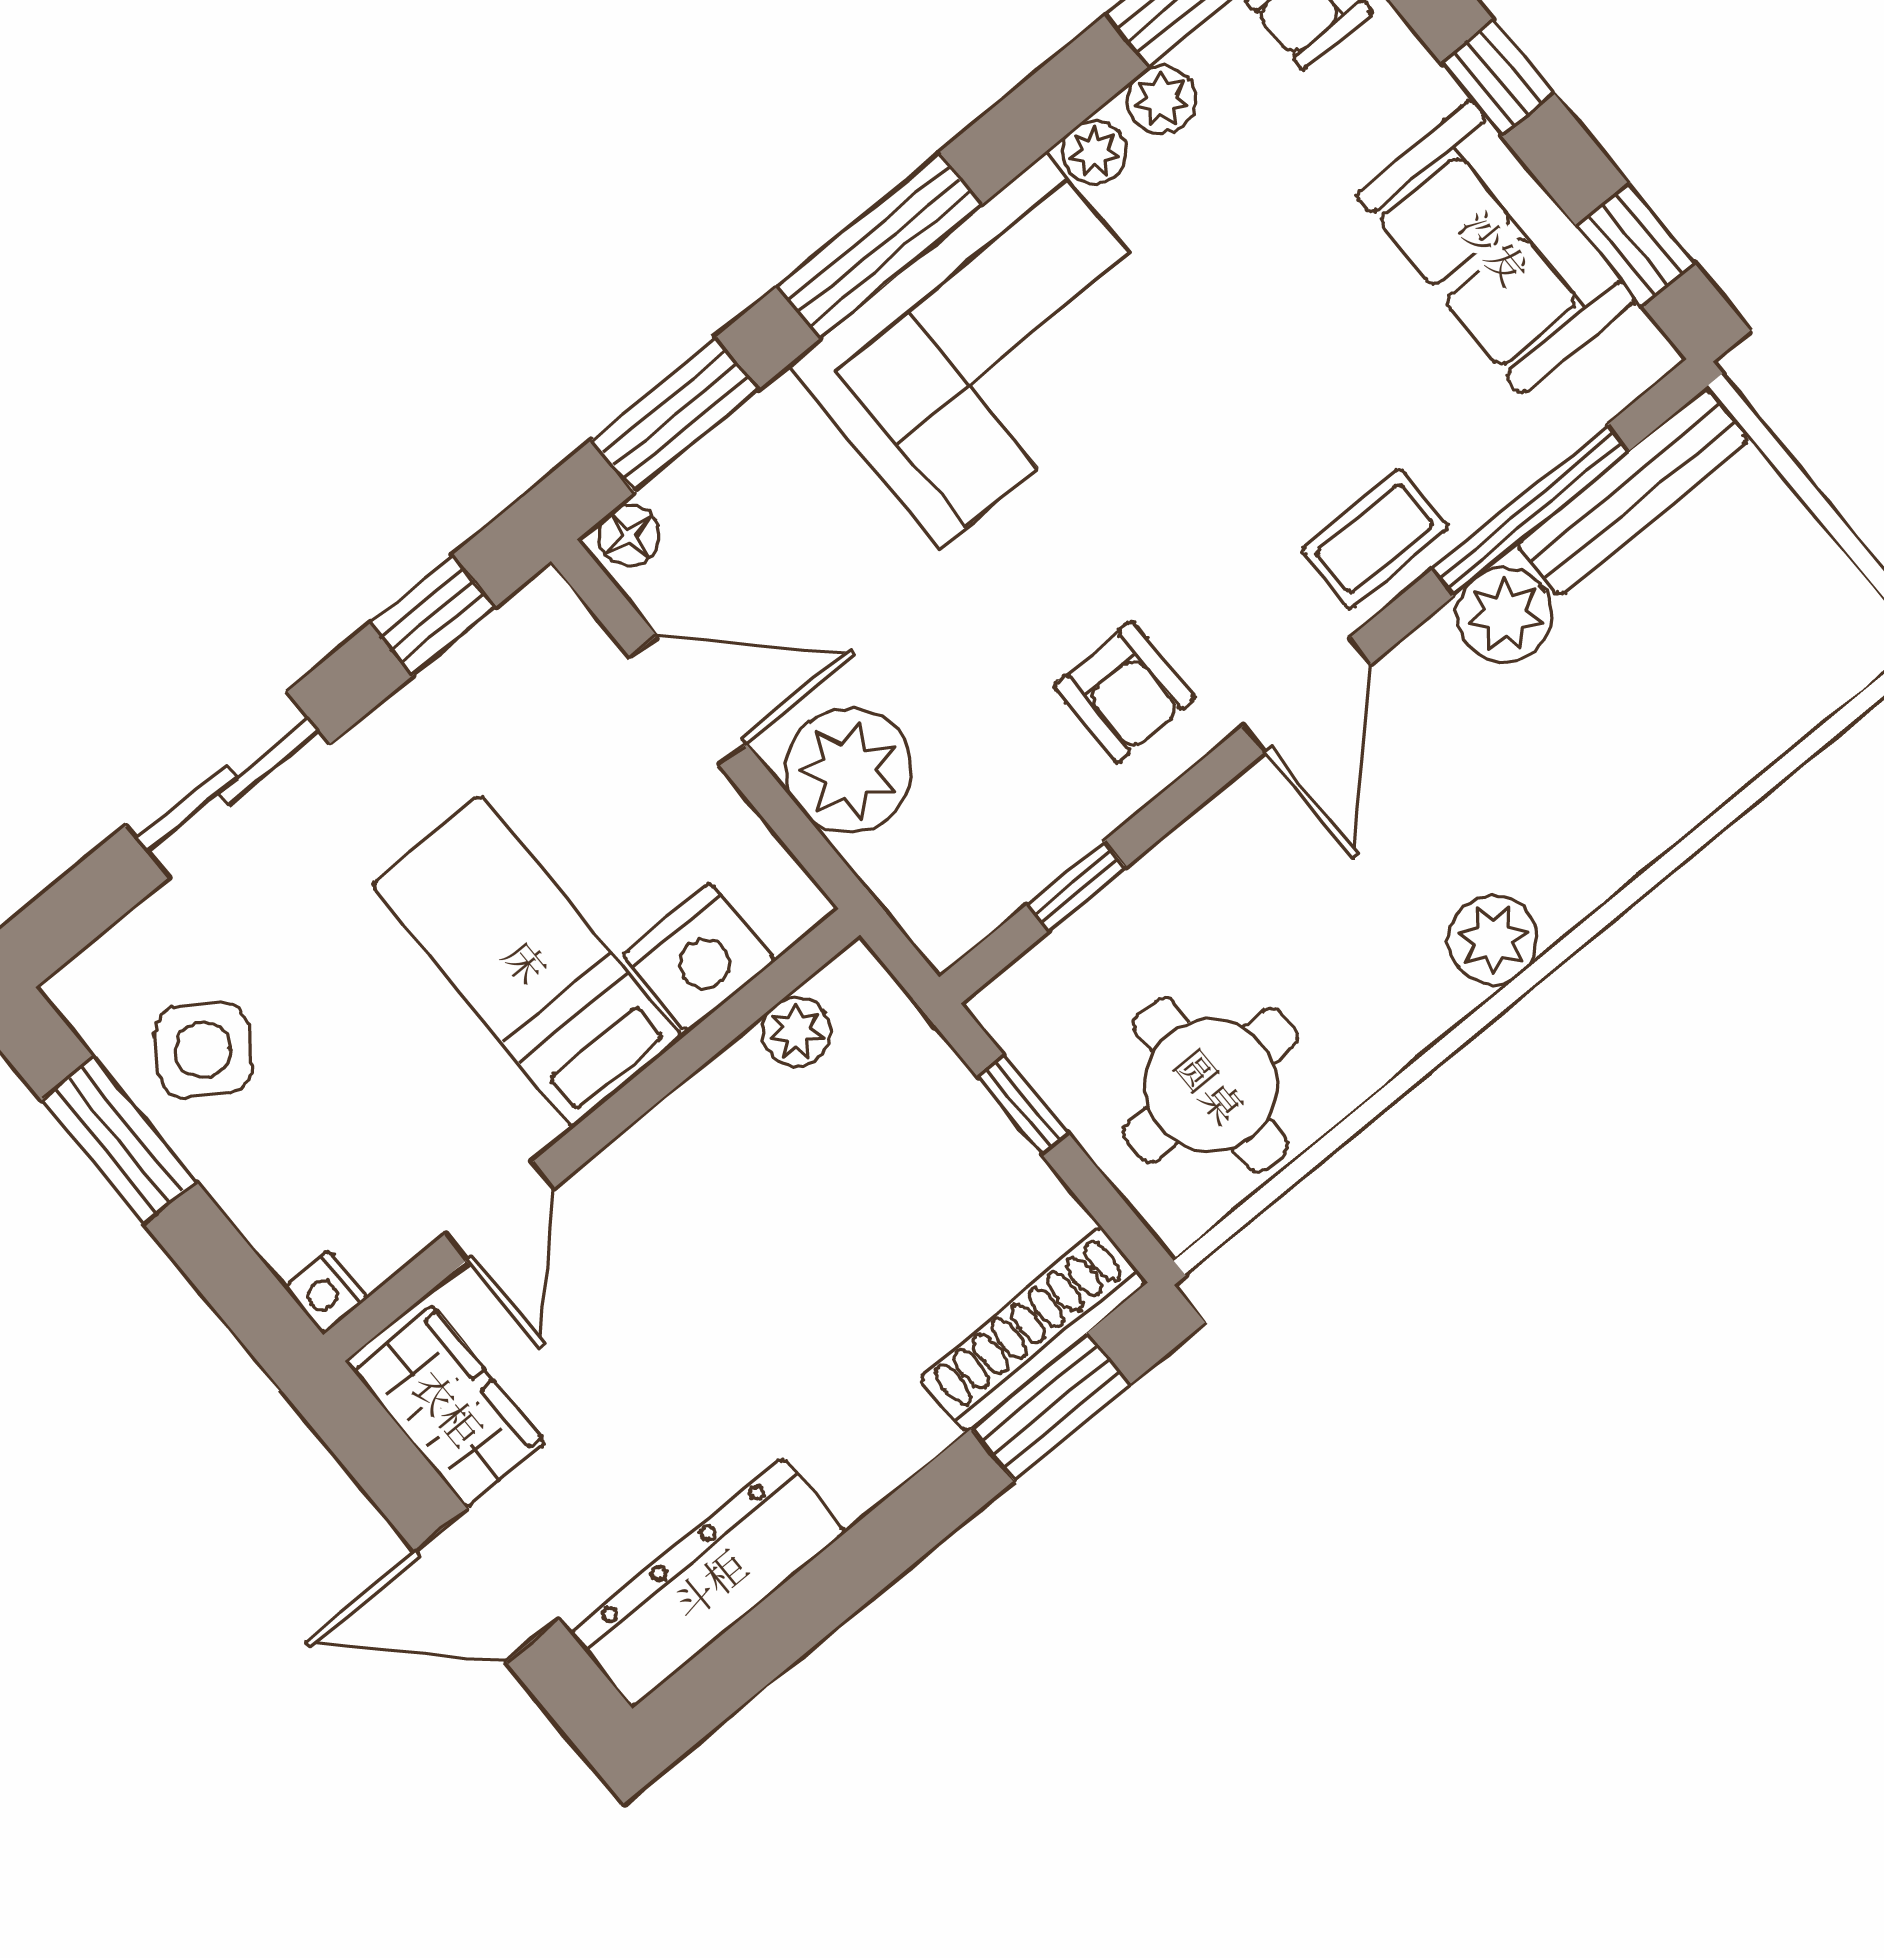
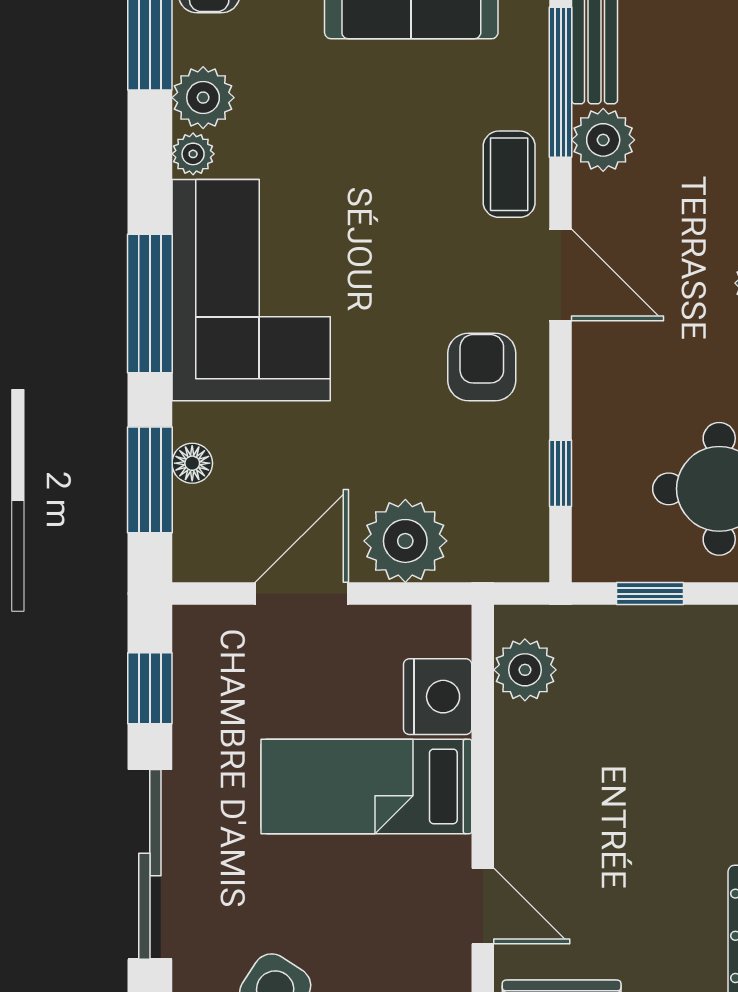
plant: (1161, 100) -> (203, 98), width x1.38, depth x1.38
floor lamp: (629, 535) -> (192, 463), moved
armchair: (1125, 692) -> (482, 367), turned -90
sliding door: (228, 785) -> (150, 864), width x1.37
plant: (796, 1032) -> (525, 670), width x1.38, depth x1.38

